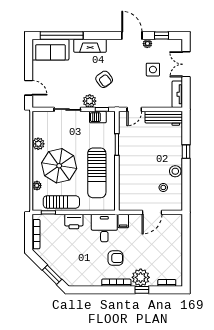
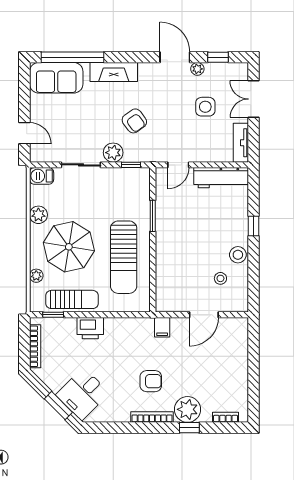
barbecue: (98, 117) -> (42, 176), moved
desk: (104, 228) -> (83, 394), moved, turned -135

